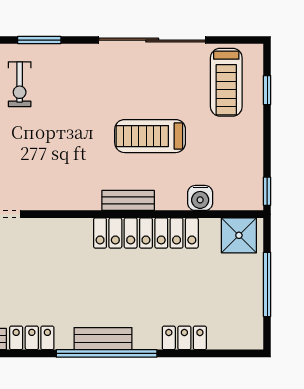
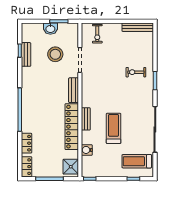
locker: (32, 338) -> (27, 167), moved
bench: (103, 339) -> (73, 90), moved

